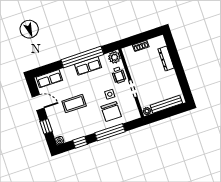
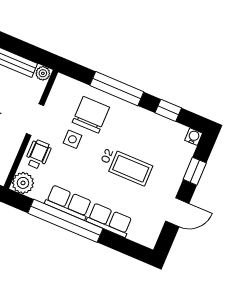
row of seats: (49, 79) -> (109, 220), moved
door: (38, 103) -> (177, 212), swing flipped

